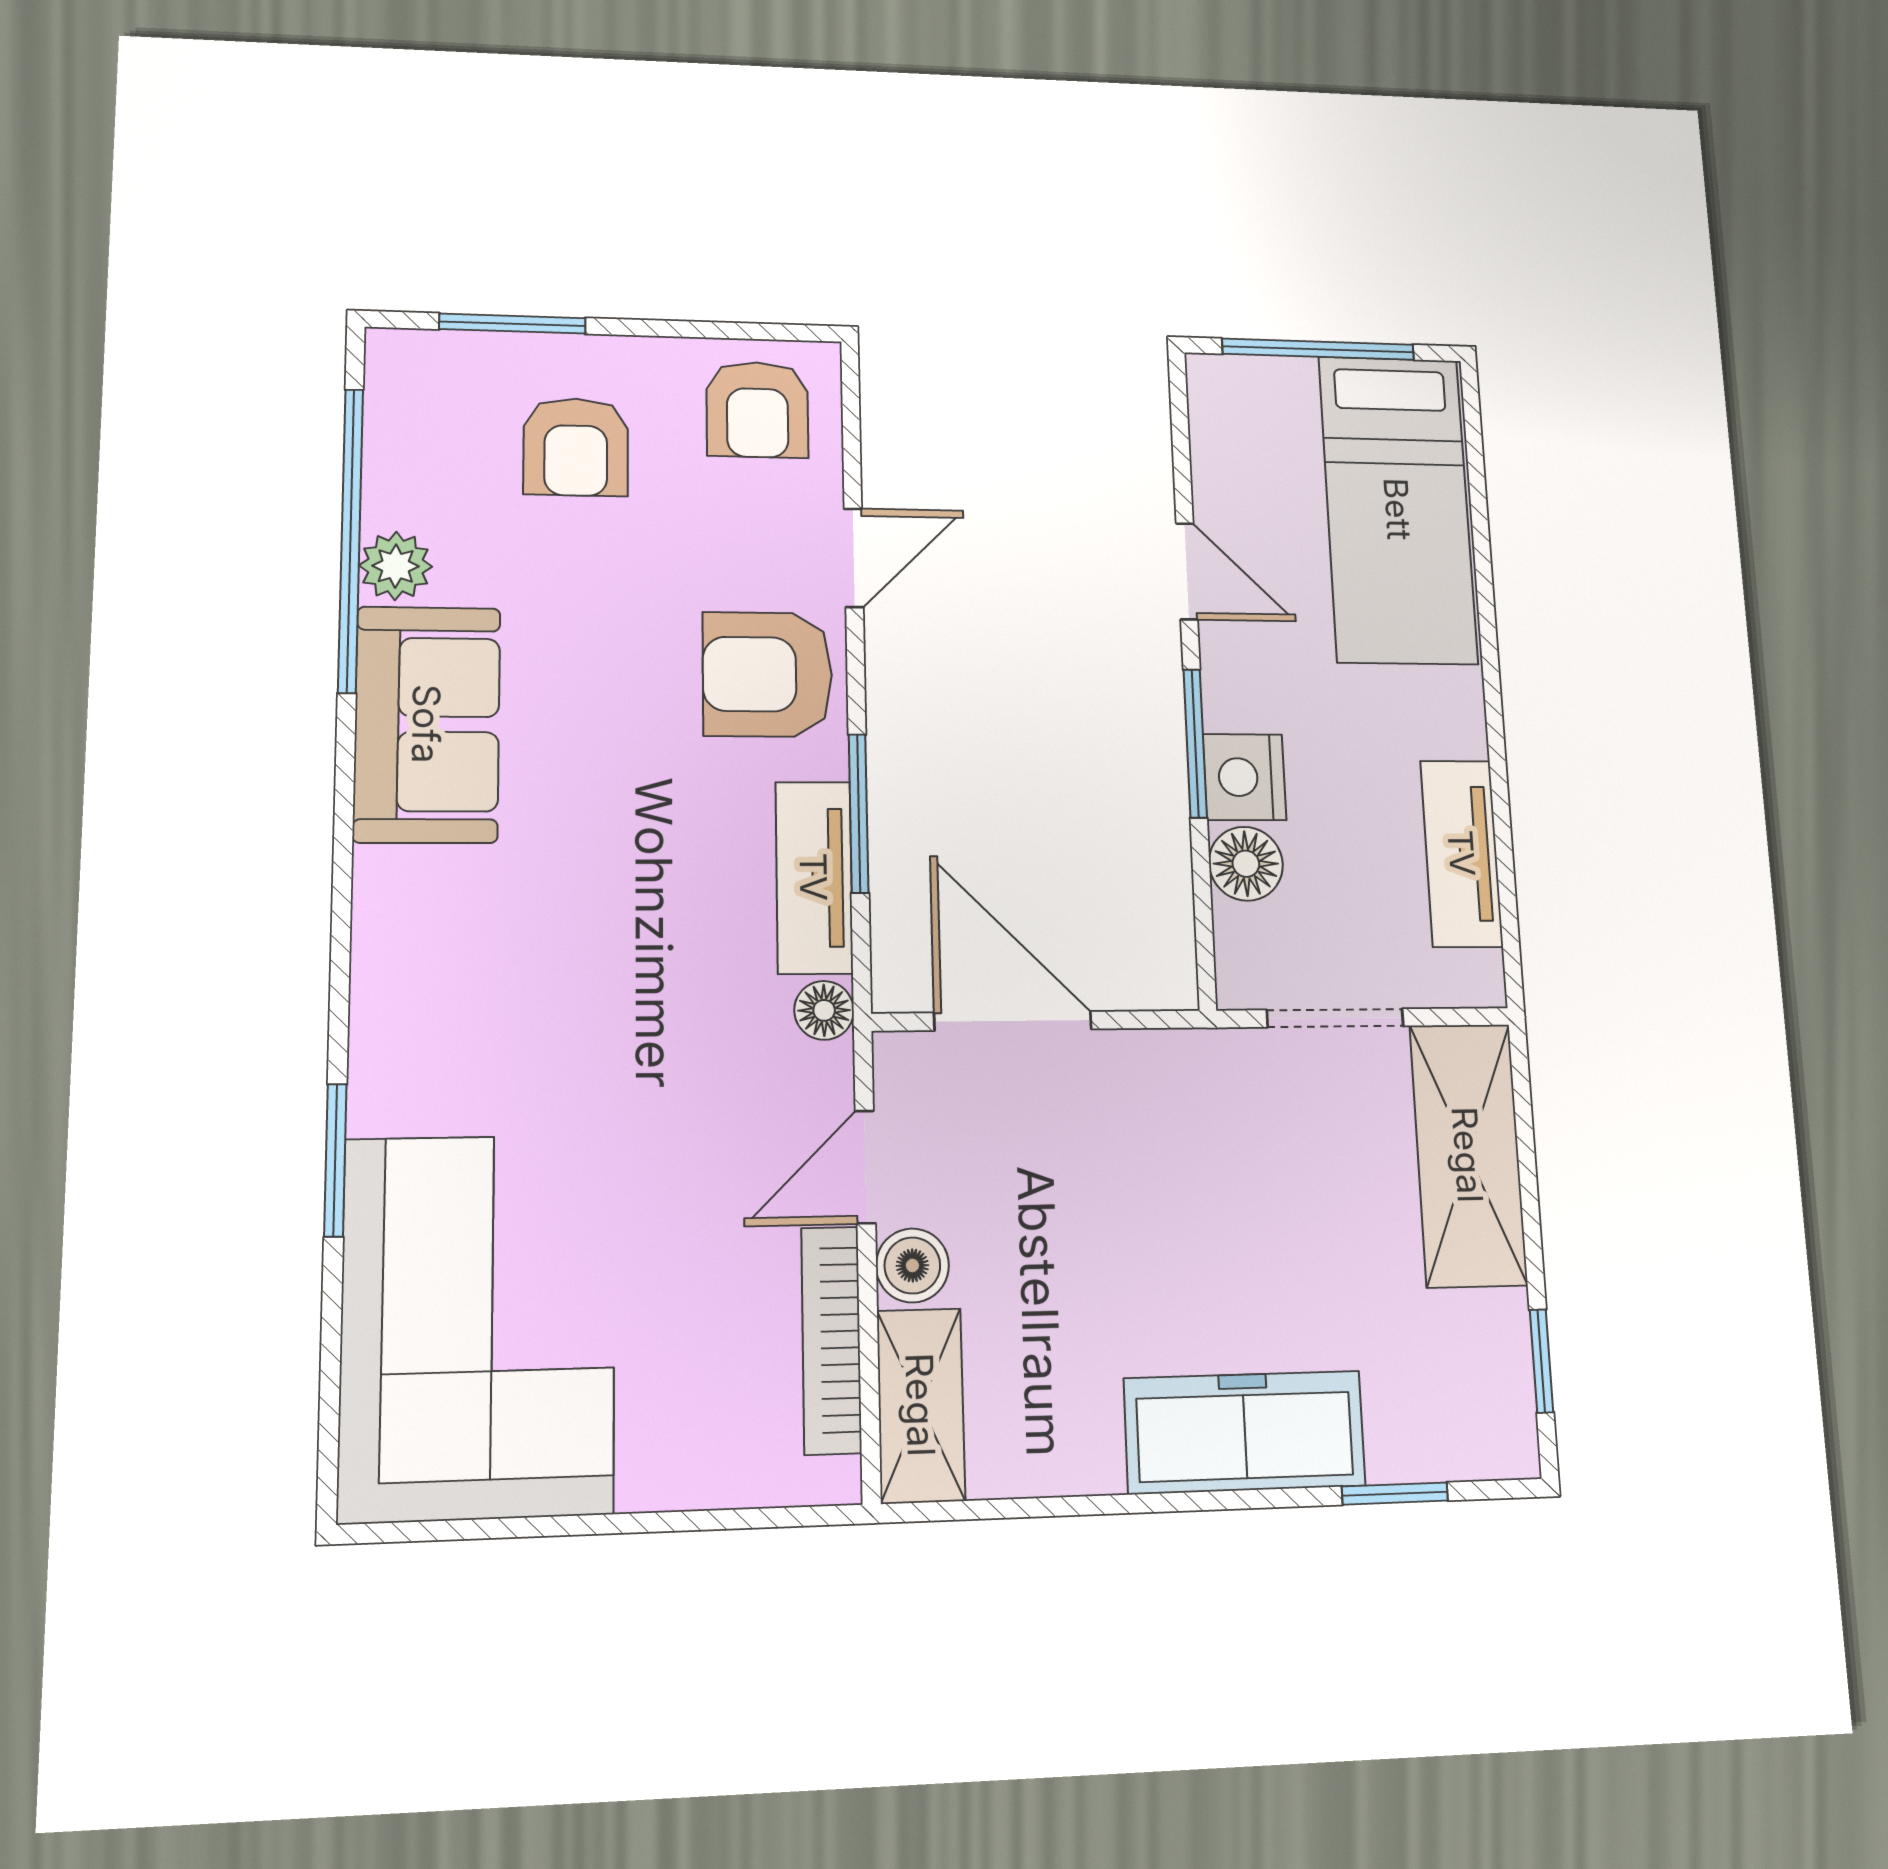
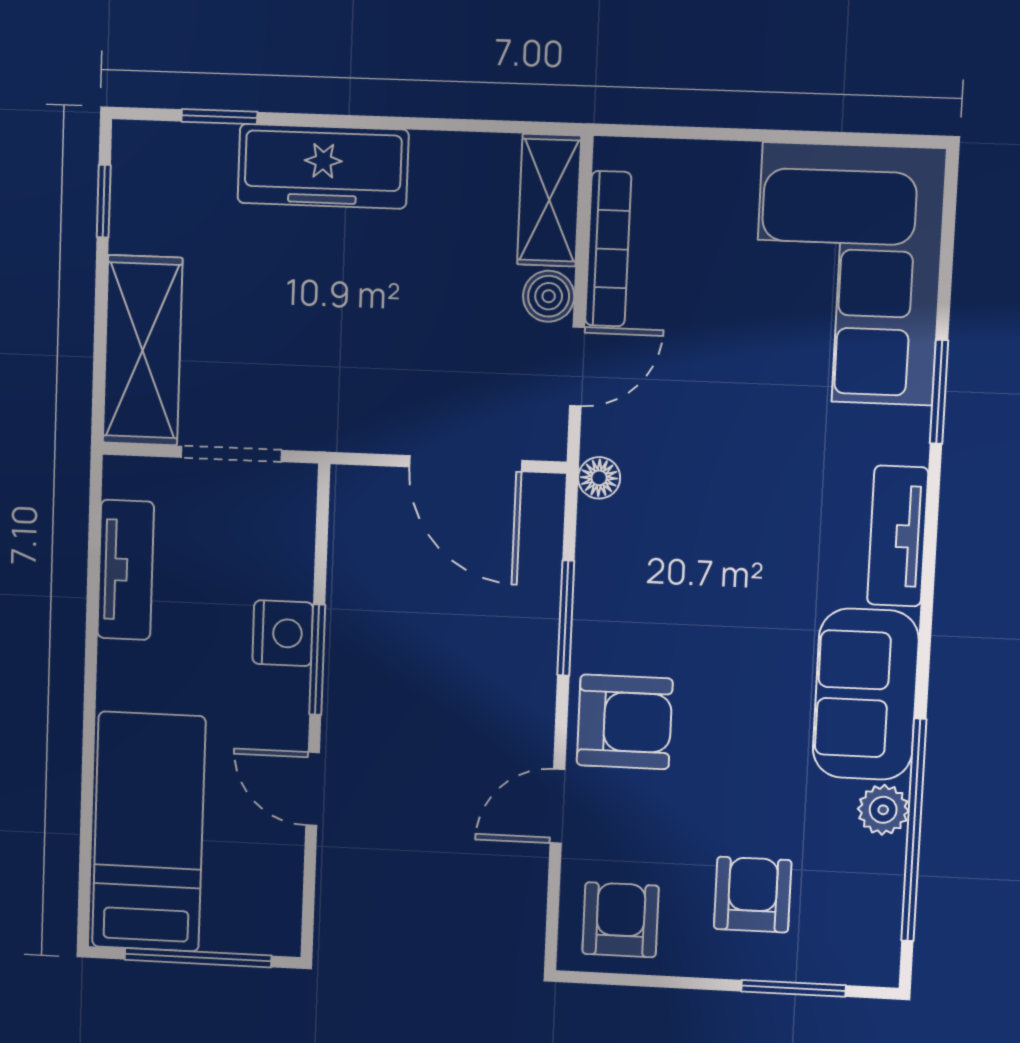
floor lamp: (1246, 864) -> (287, 569), removed
tv unit: (814, 877) -> (898, 536), moved, turned 180

